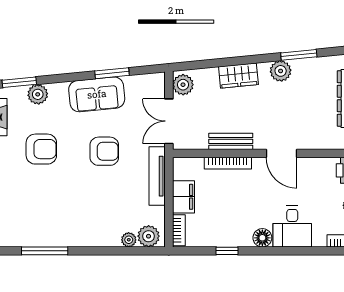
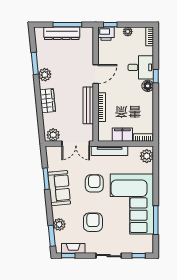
bench: (231, 141) -> (88, 105), width x1.36
corner sofa: (71, 212) -> (132, 204), added
plant: (129, 240) -> (149, 168), removed
window: (227, 251) -> (156, 76), moved

